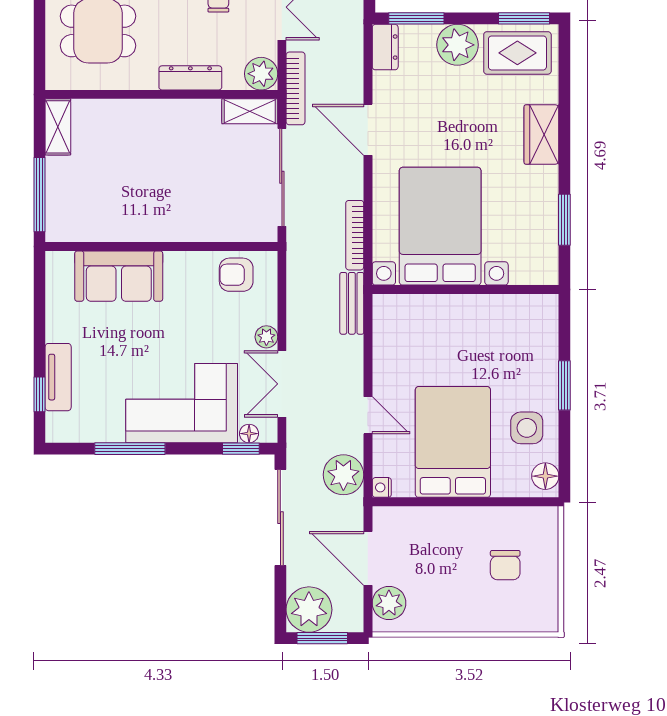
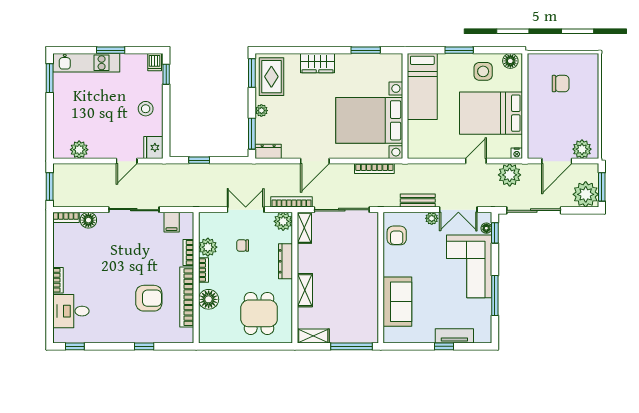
plant: (457, 45) -> (261, 111), width x0.53, depth x0.53
shelving: (139, 112) -> (305, 290), added
bench: (352, 303) -> (418, 201), moved
bed: (500, 320) -> (422, 86), added
window: (39, 394) -> (444, 346), moved

